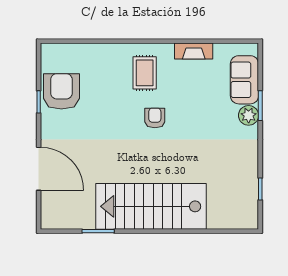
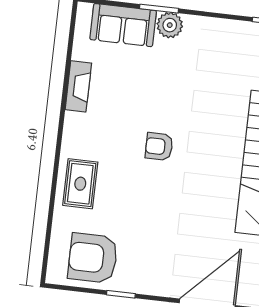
rug: (145, 73) -> (80, 184), moved, turned 90
armchair: (61, 91) -> (93, 258), moved

